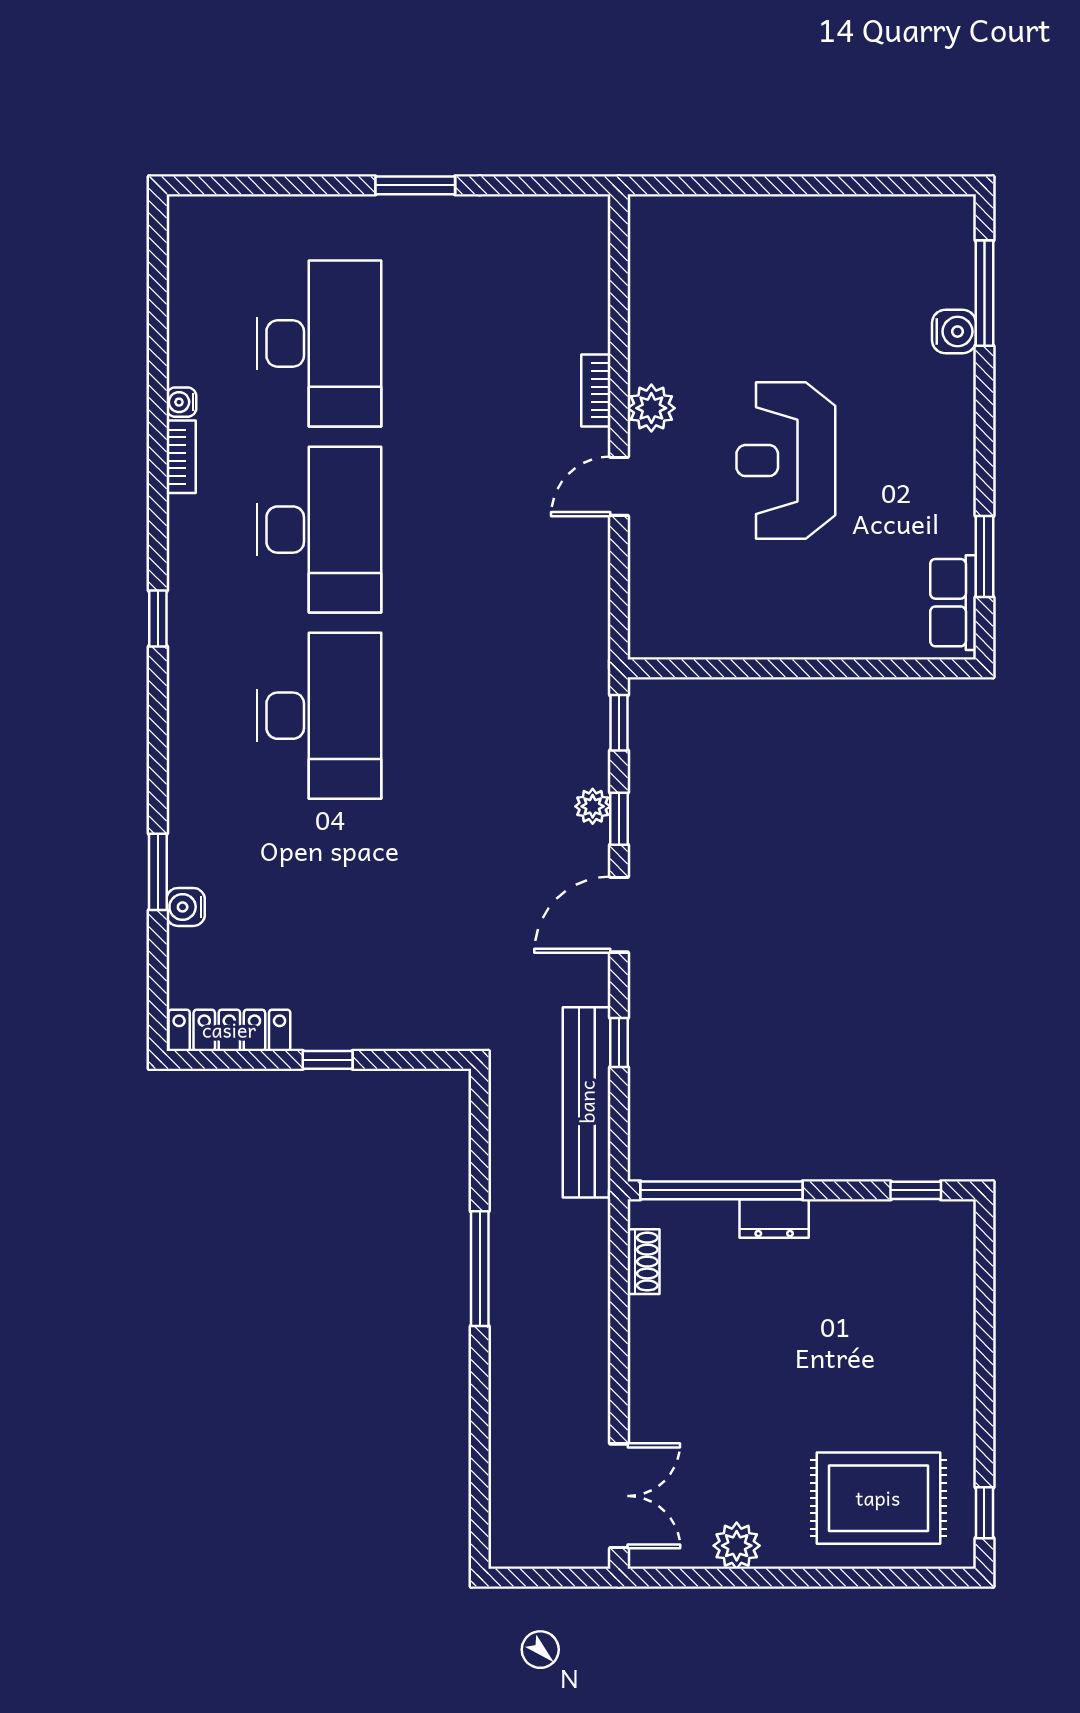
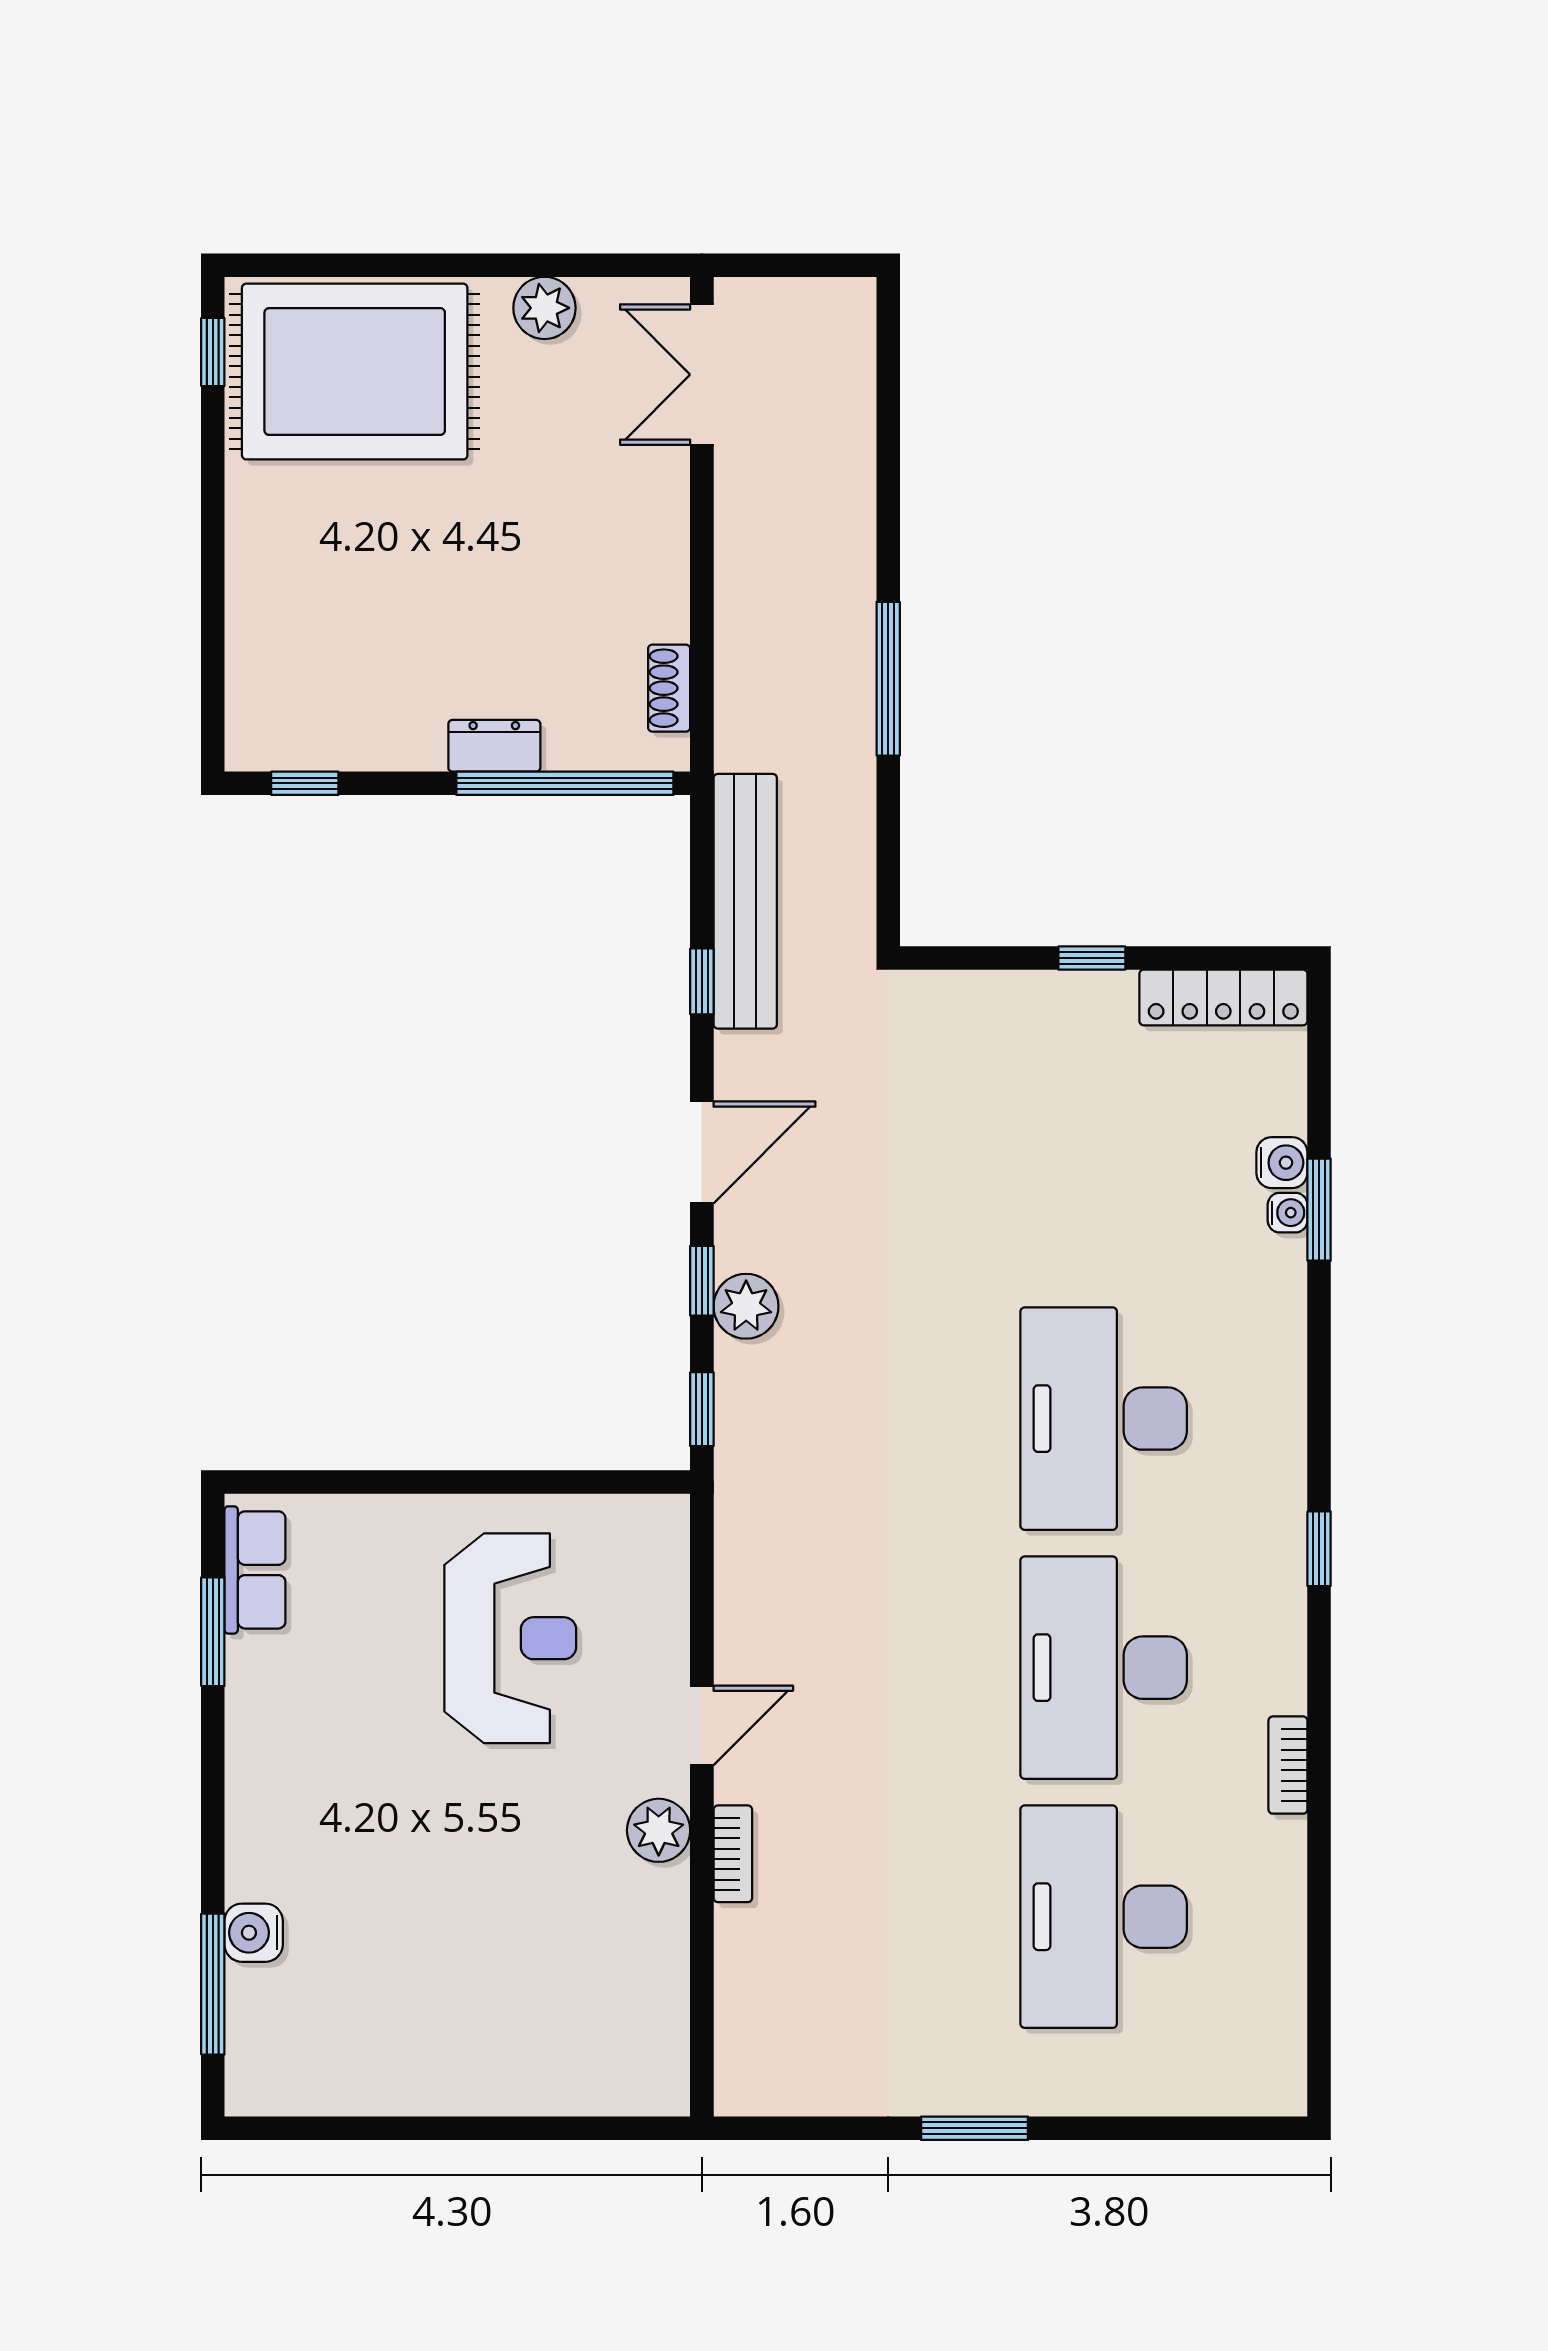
water cooler: (181, 402) -> (1288, 1213), moved
reception desk: (786, 461) -> (510, 1638), moved
plant: (593, 806) -> (746, 1306), width x1.38, depth x1.38
rug: (878, 1498) -> (355, 372), width x1.37, depth x1.44

